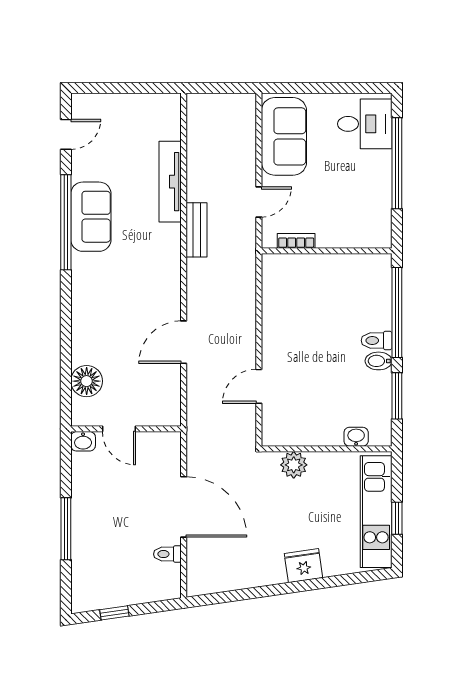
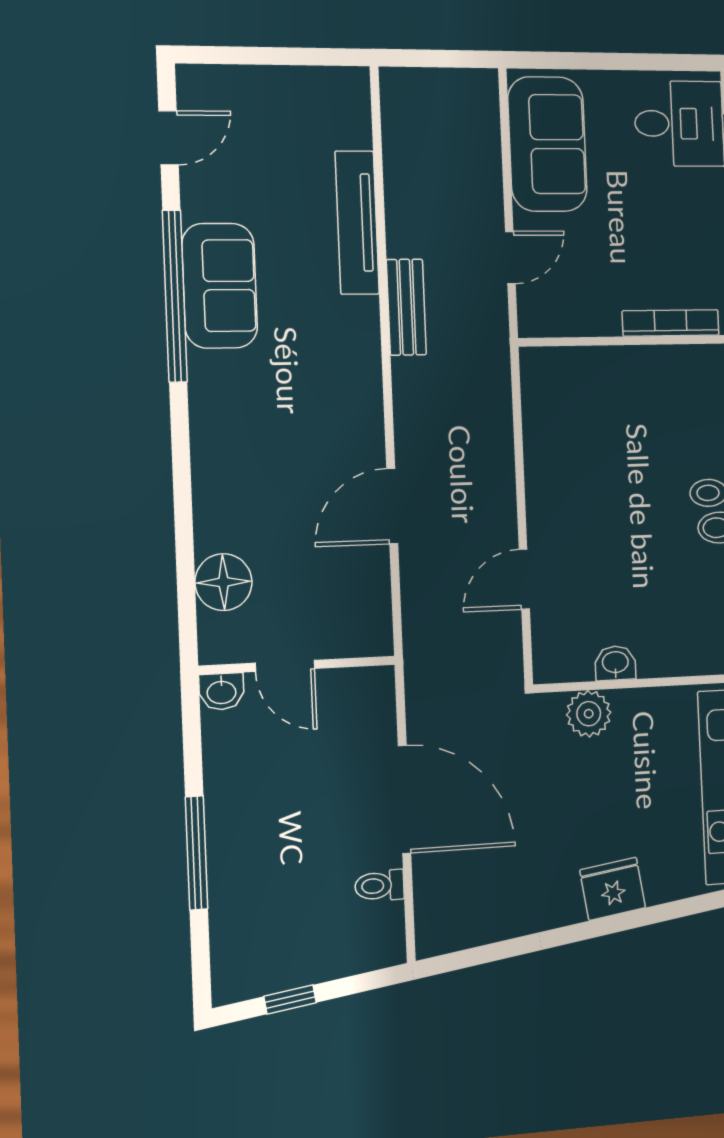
bookcase: (296, 241) -> (671, 323), moved, width x1.56
washbasin: (356, 437) -> (615, 663), moved

